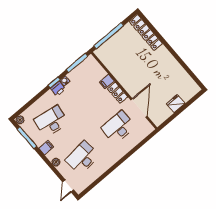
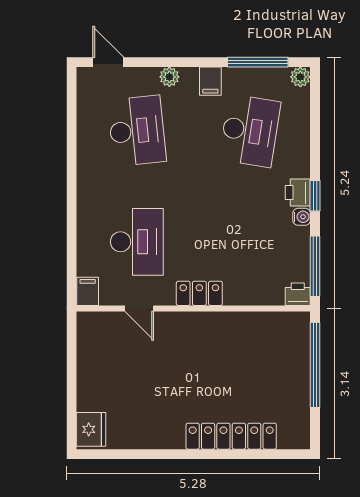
locker: (146, 32) -> (231, 436), moved
printer: (91, 61) -> (298, 294), added
filing cabinet: (107, 81) -> (88, 291), moved
fridge: (176, 104) -> (91, 429), moved
door: (139, 108) -> (139, 308), width x0.53

